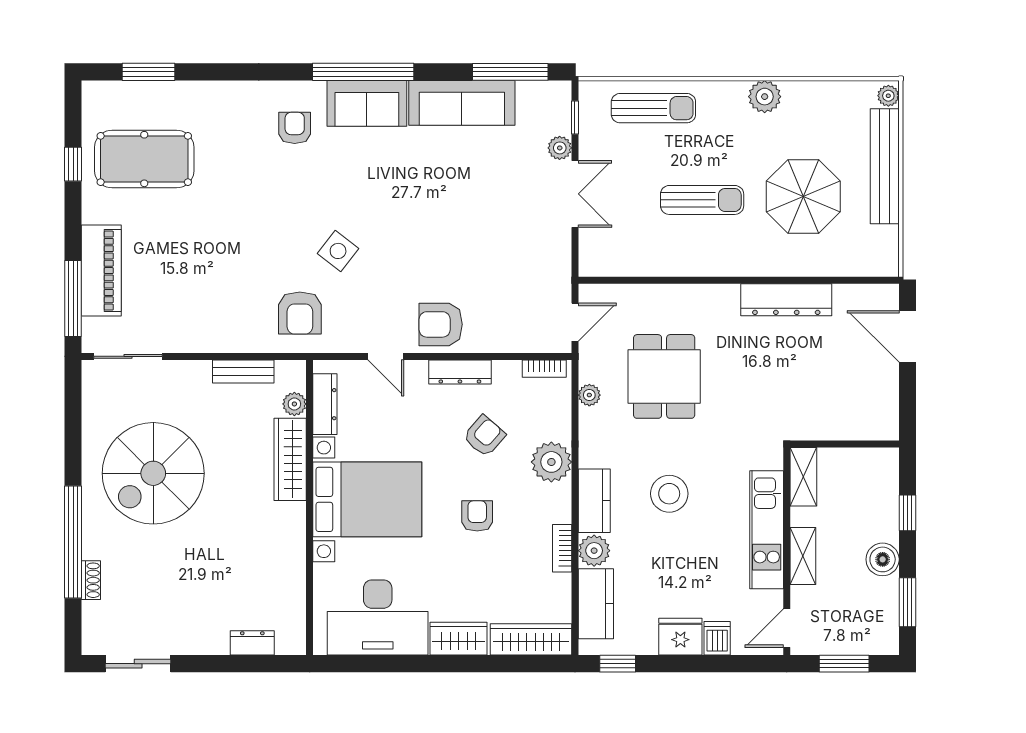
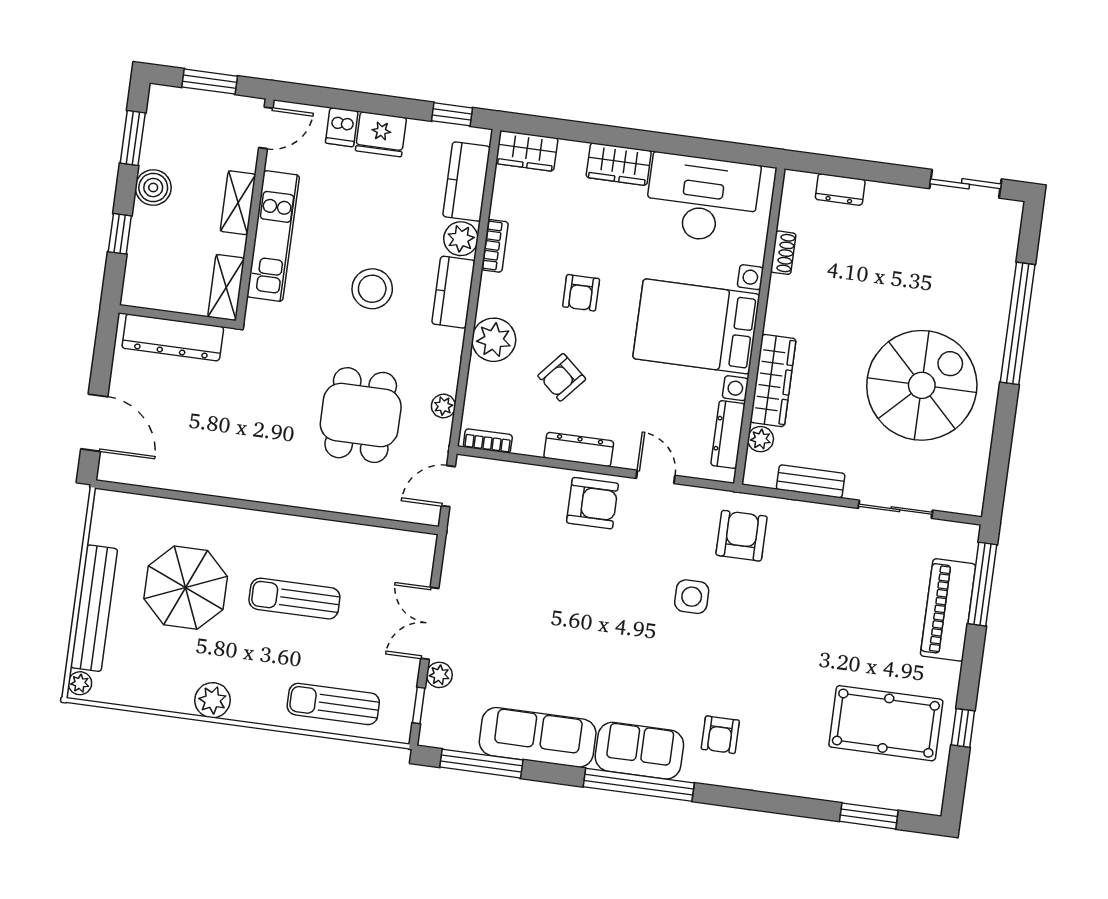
side table: (338, 251) -> (692, 597), turned -38
dresser: (786, 300) -> (173, 337), moved, turned 180
sliding door: (128, 356) -> (895, 509), moved
shoe rack: (91, 580) -> (783, 253), moved, turned 180
wardrobe: (531, 639) -> (527, 151), width x0.67

